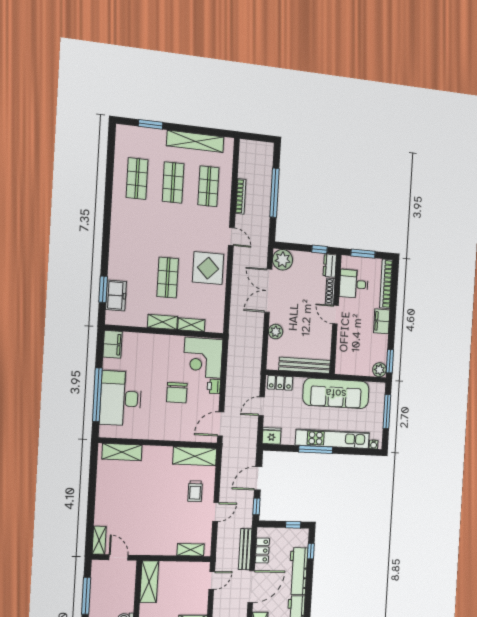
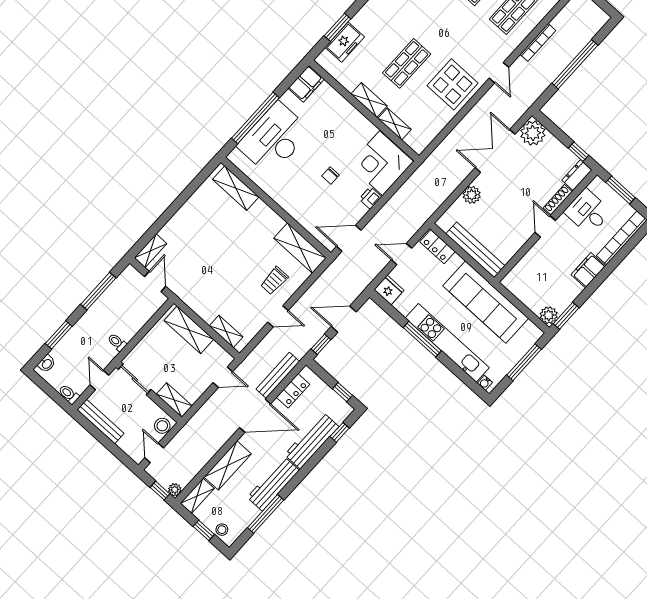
chair: (177, 393) -> (330, 175), width x0.54, depth x0.54
shelving: (149, 582) -> (189, 330), moved, turned 90

